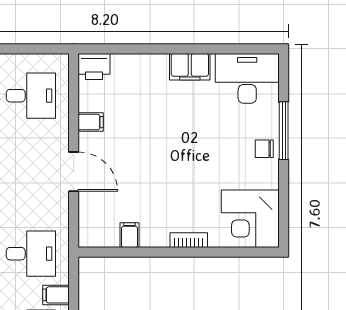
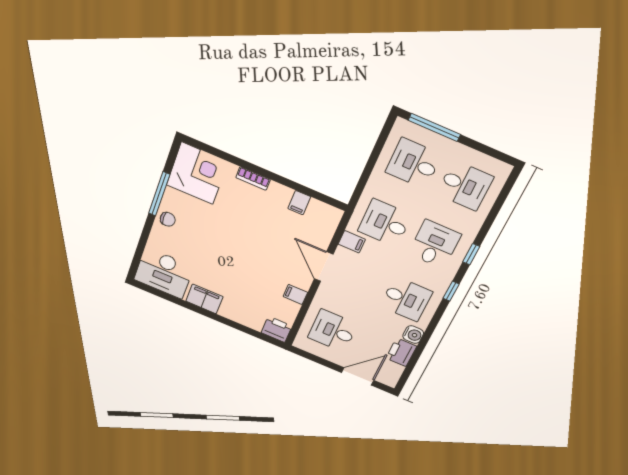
window: (284, 131) -> (159, 194), moved
filing cabinet: (56, 295) -> (352, 242), moved

